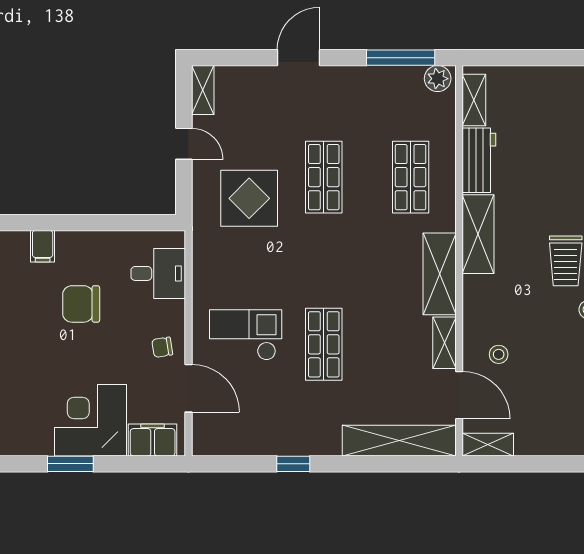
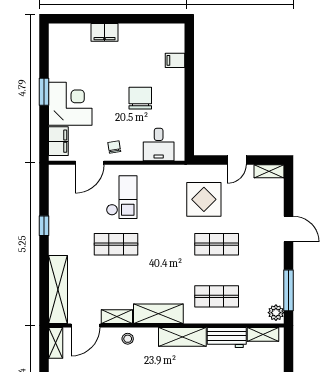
filing cabinet: (43, 246) -> (175, 60), moved
stool: (499, 354) -> (128, 339), moved

